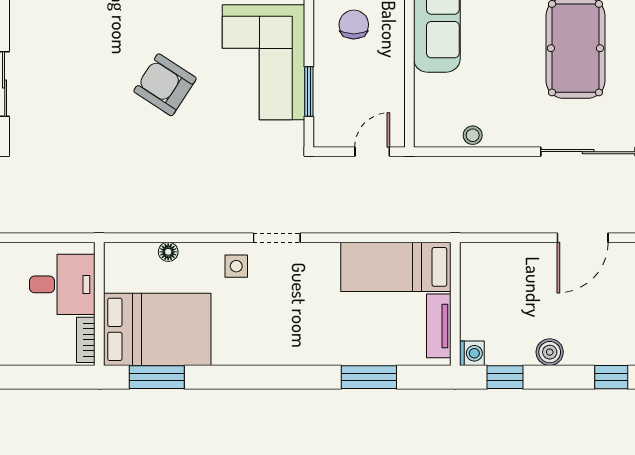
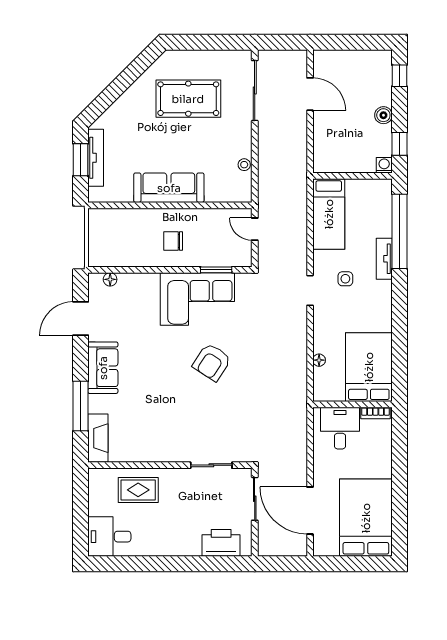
side table: (236, 266) -> (345, 279), moved
tv unit: (439, 326) -> (384, 259), moved, turned 90
window: (157, 377) -> (399, 367), removed
window: (369, 377) -> (399, 231), width x2.11

